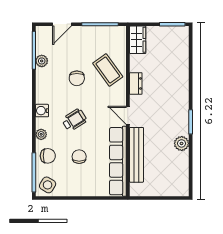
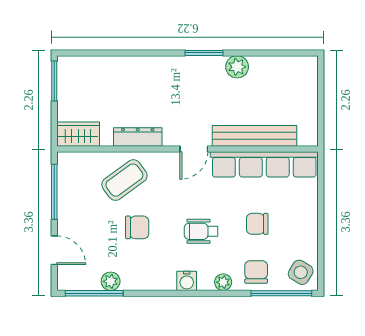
dresser: (136, 83) -> (138, 137), width x1.44
wheelchair: (74, 120) -> (201, 231), turned -58

